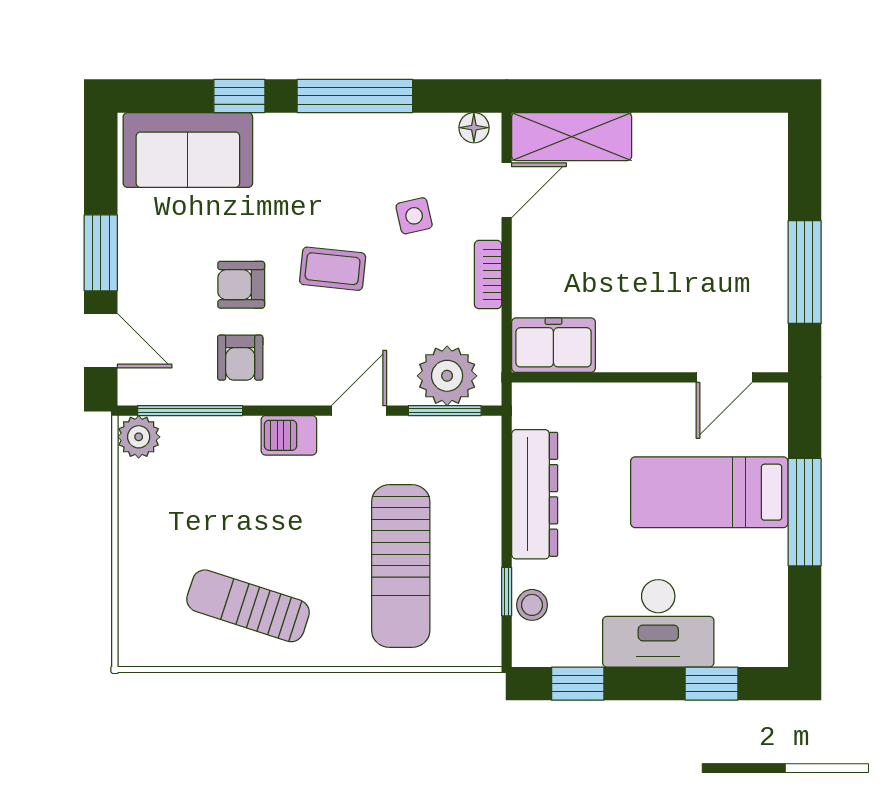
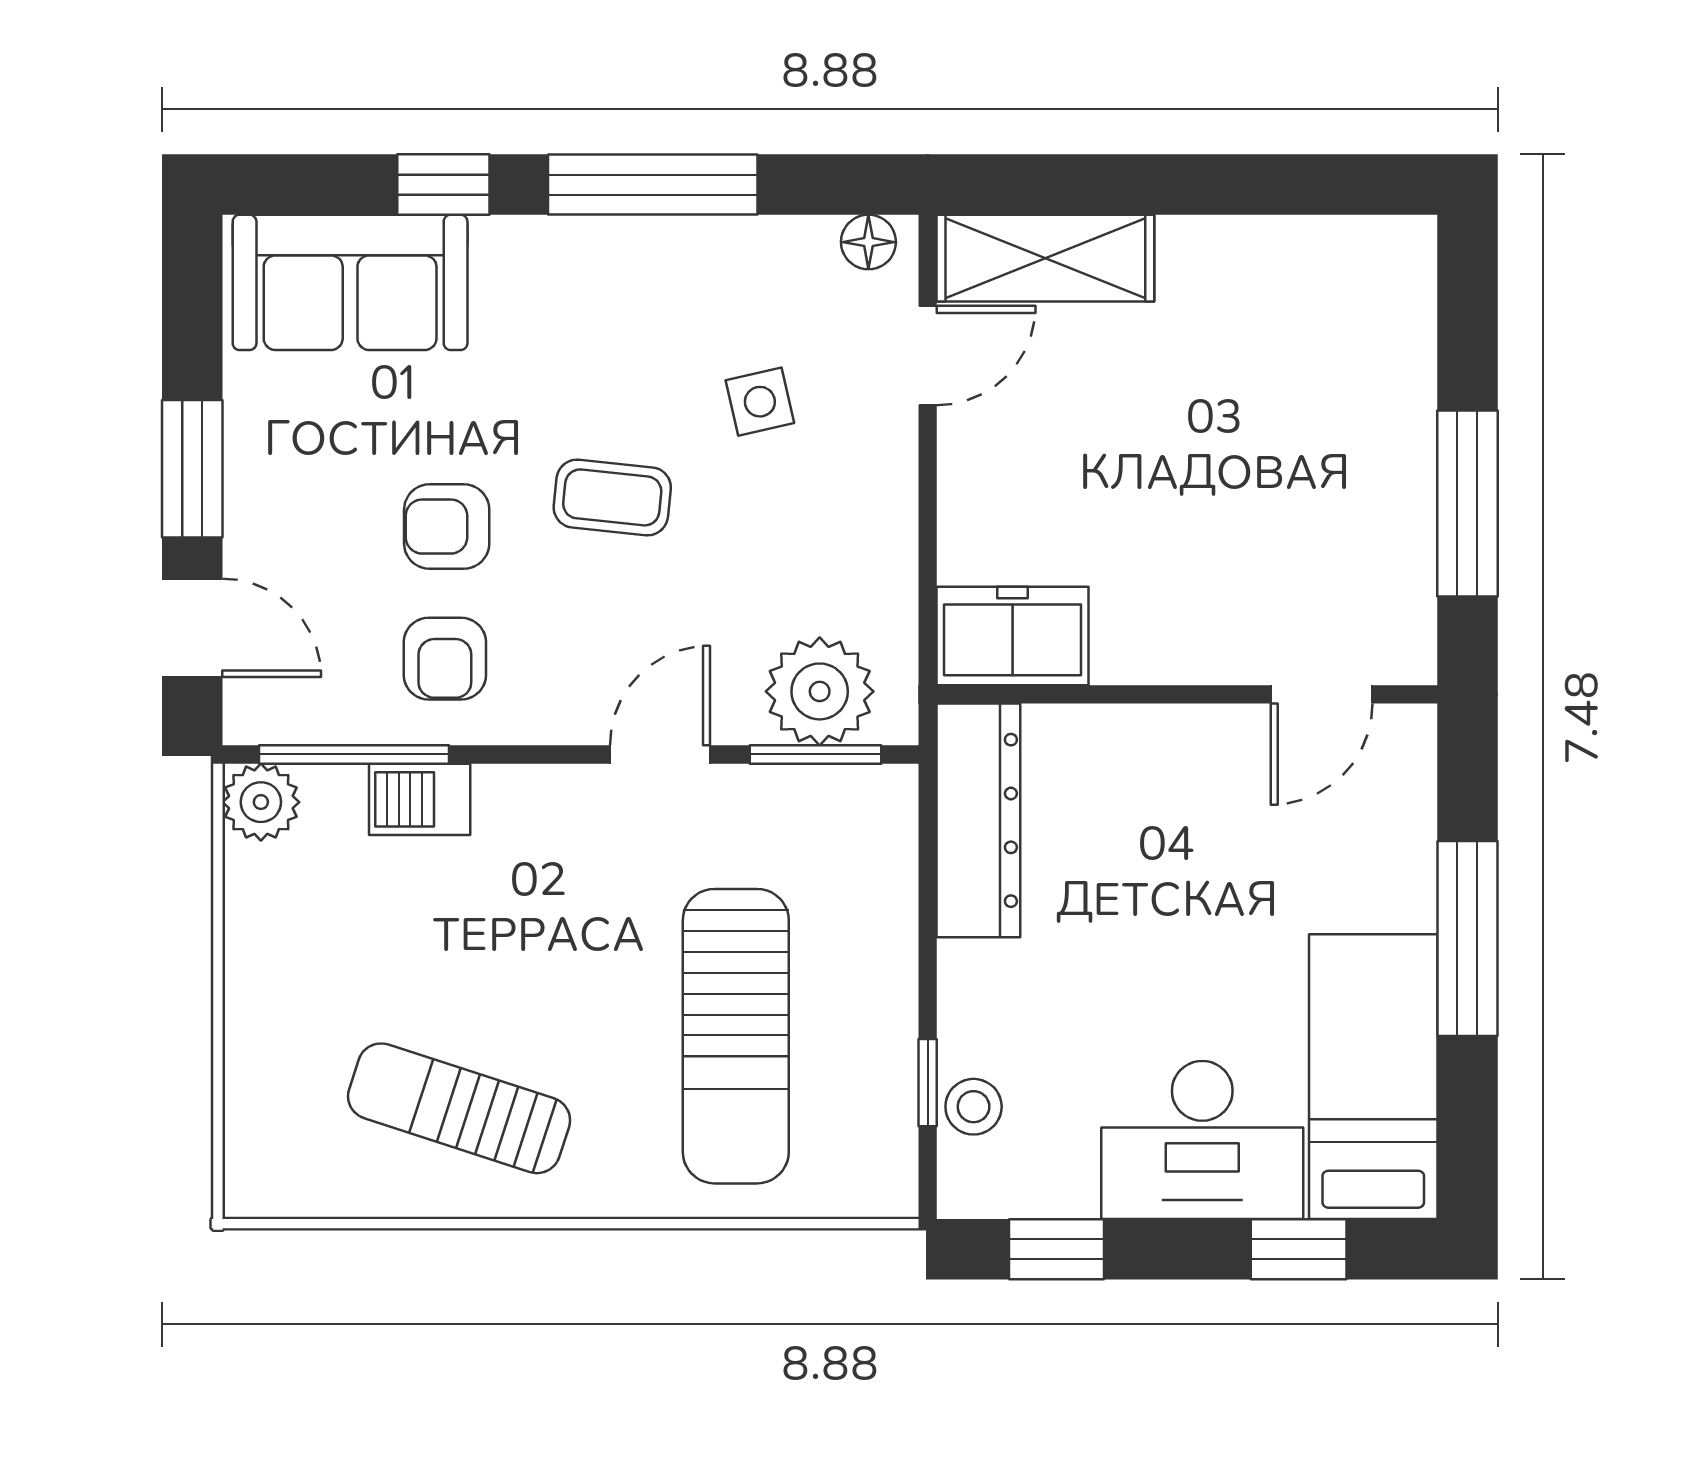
bookcase: (488, 275) -> (894, 508), removed
barbecue: (289, 435) -> (420, 799), moved
bed: (709, 492) -> (1373, 1077), moved, turned 90
dresser: (535, 494) -> (978, 820), moved

